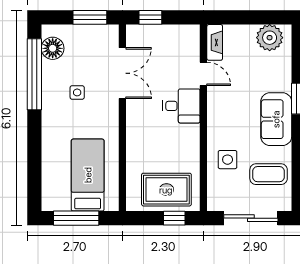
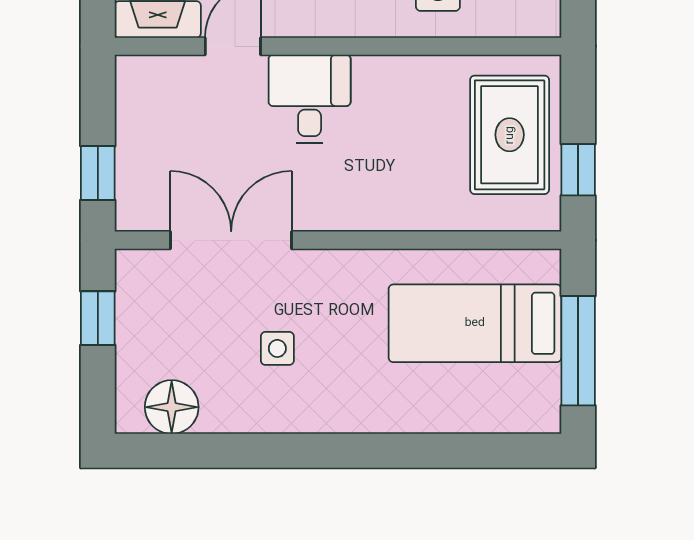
window: (90, 17) -> (98, 318), width x0.67
window: (34, 74) -> (234, 451), removed
window: (174, 218) -> (578, 170), moved

